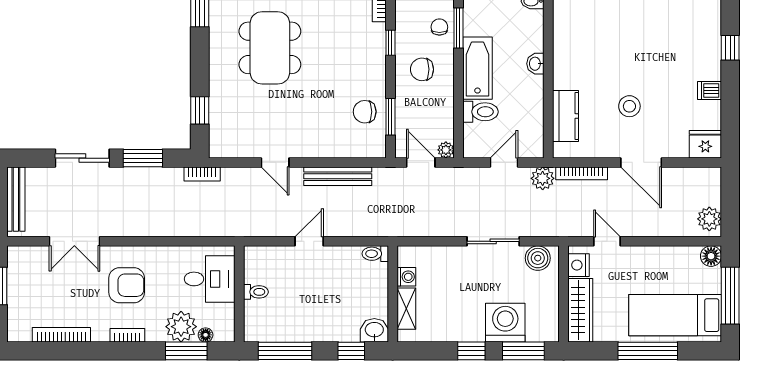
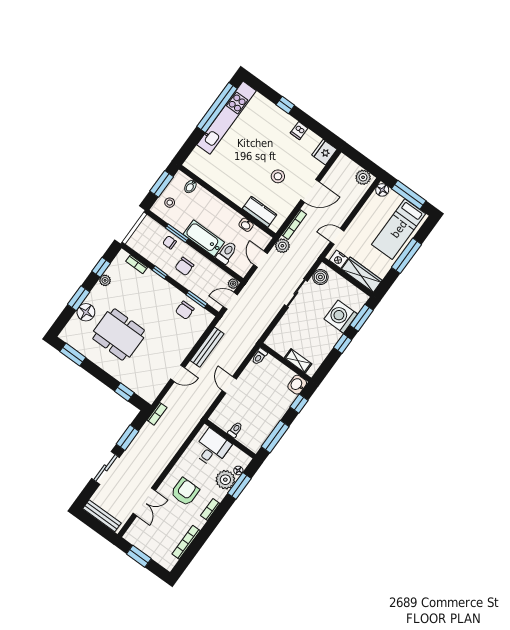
washbasin: (535, 64) -> (246, 225), moved
washing machine: (406, 277) -> (282, 349), removed

